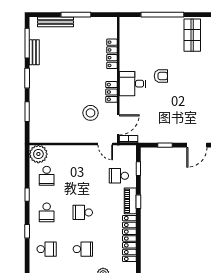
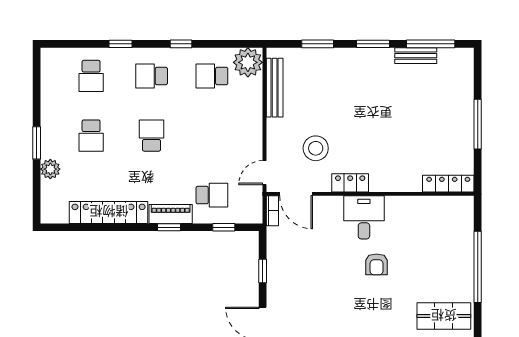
bench: (56, 22) -> (275, 88), moved
locker: (112, 54) -> (448, 184), moved
school desk: (119, 176) -> (212, 195), turned 90

